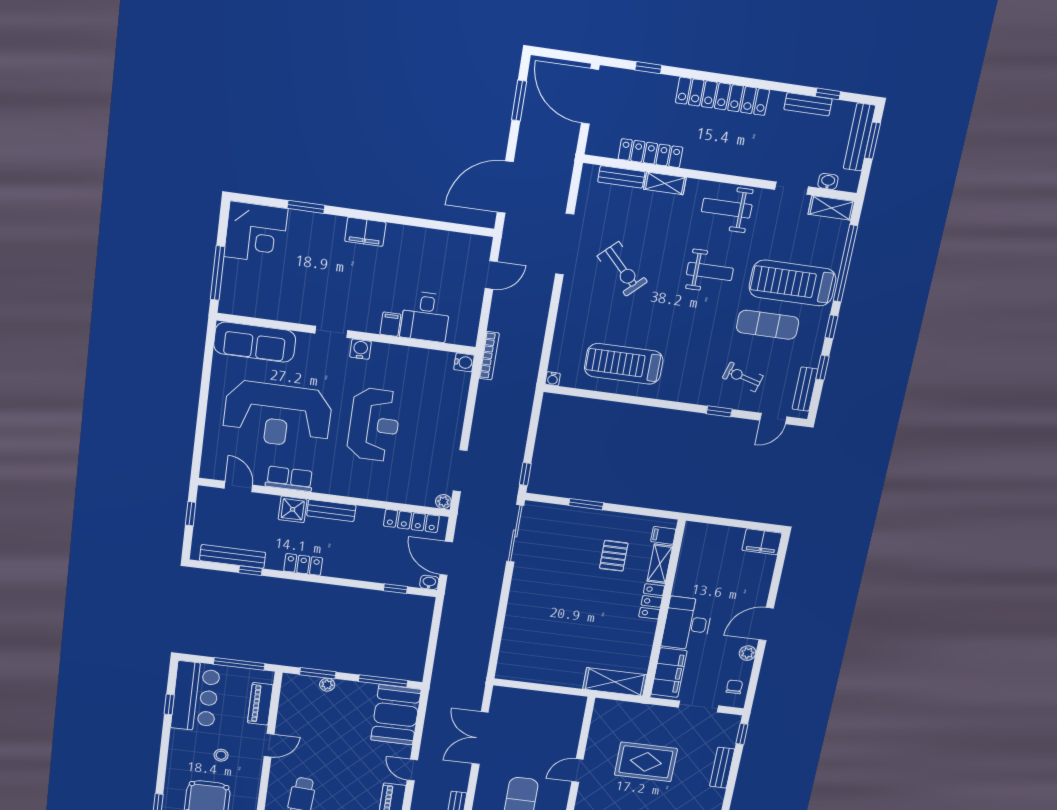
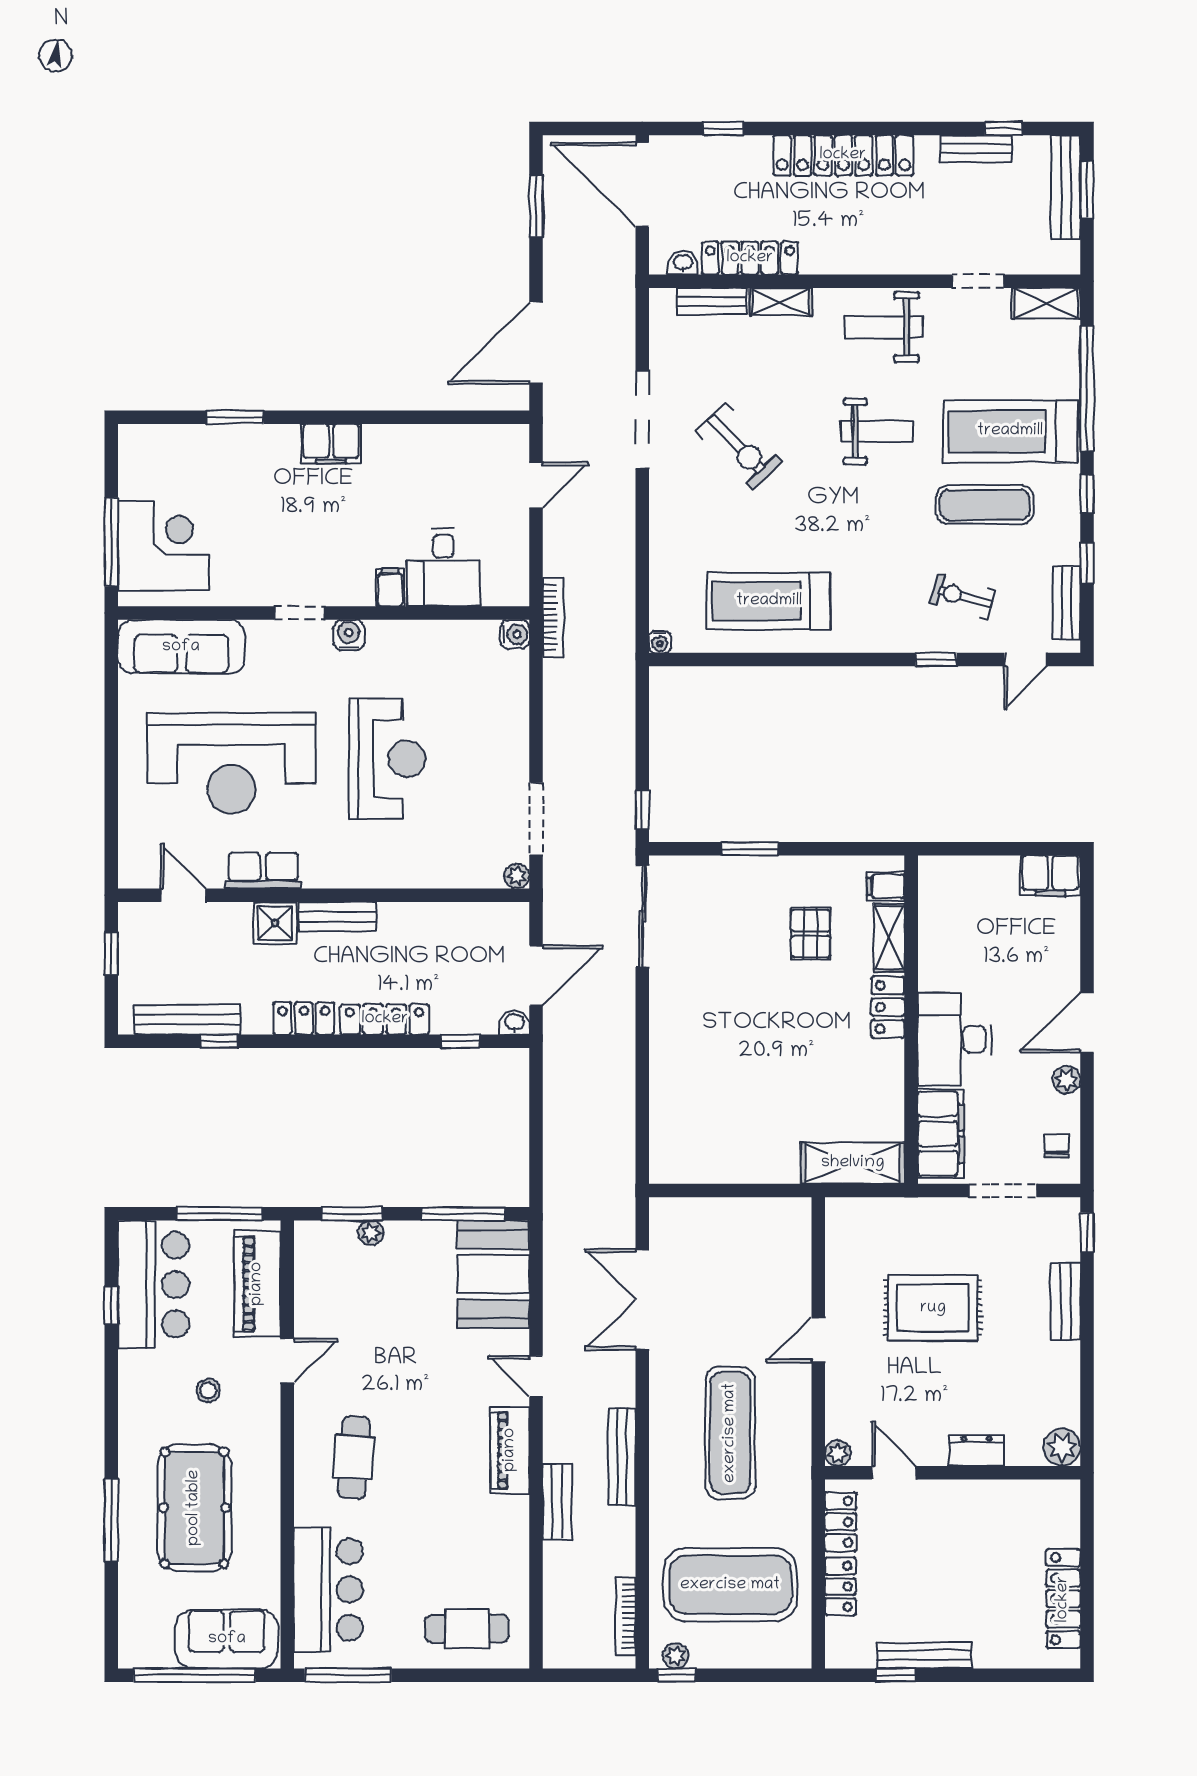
washbasin: (828, 181) -> (683, 263), moved
corner desk: (256, 233) -> (163, 546), moved, turned -90
locker: (411, 521) -> (385, 1019), moved, turned 180
door: (446, 558) -> (536, 976), swing flipped
piano: (260, 704) -> (257, 1284), width x1.37, depth x1.33

